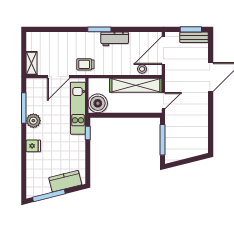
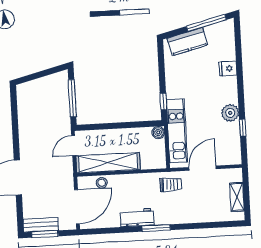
shelving: (32, 63) -> (237, 197), moved
boiler: (98, 103) -> (158, 133), width x0.54, depth x0.54
window: (24, 108) -> (243, 128), width x0.46
fridge: (33, 146) -> (228, 68), moved

